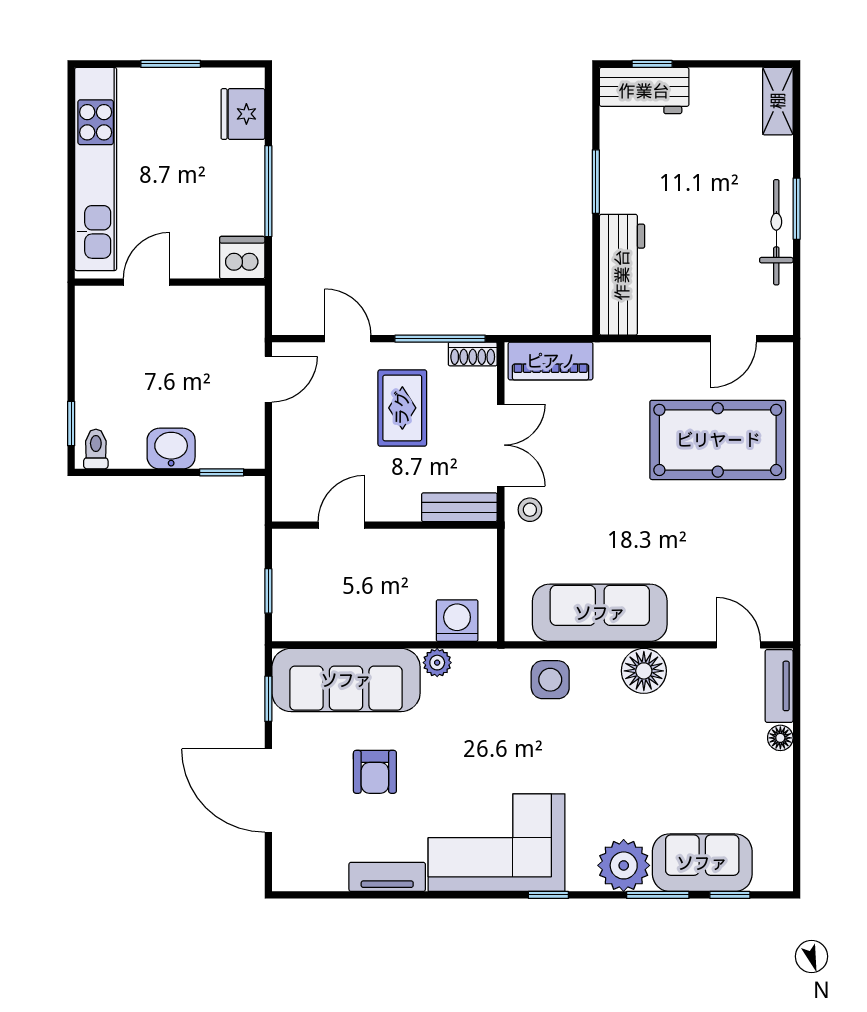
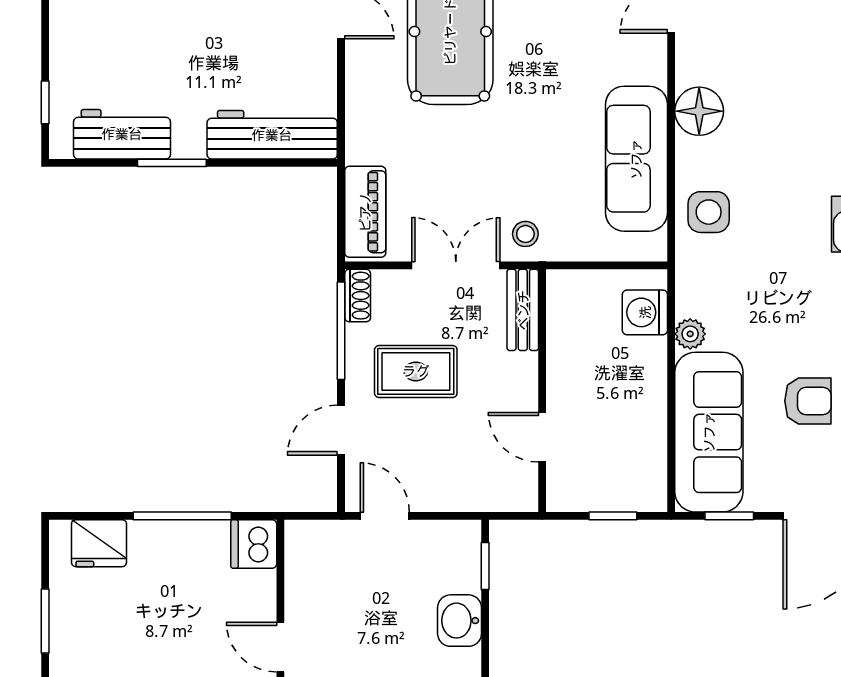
workbench: (644, 91) -> (122, 134), moved, turned -90

